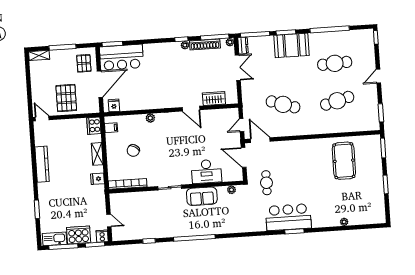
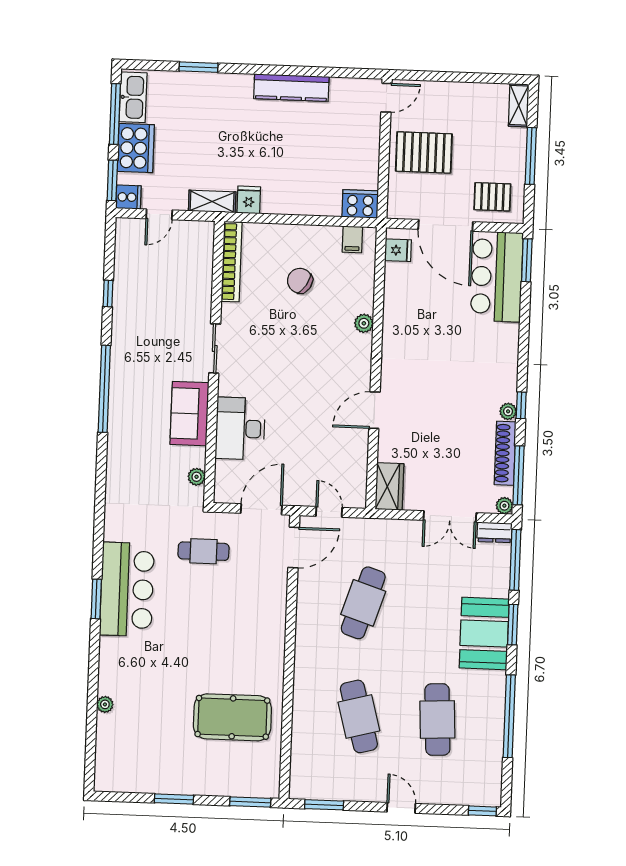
wardrobe: (214, 99) -> (389, 486), moved
shelving: (97, 154) -> (212, 201), moved

